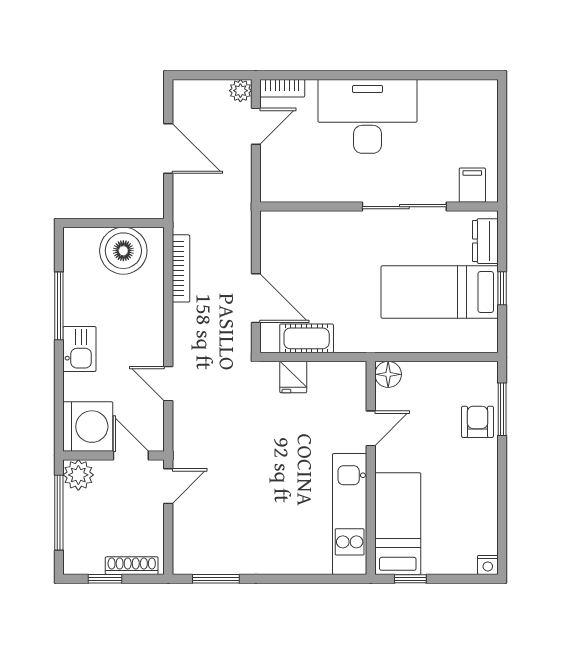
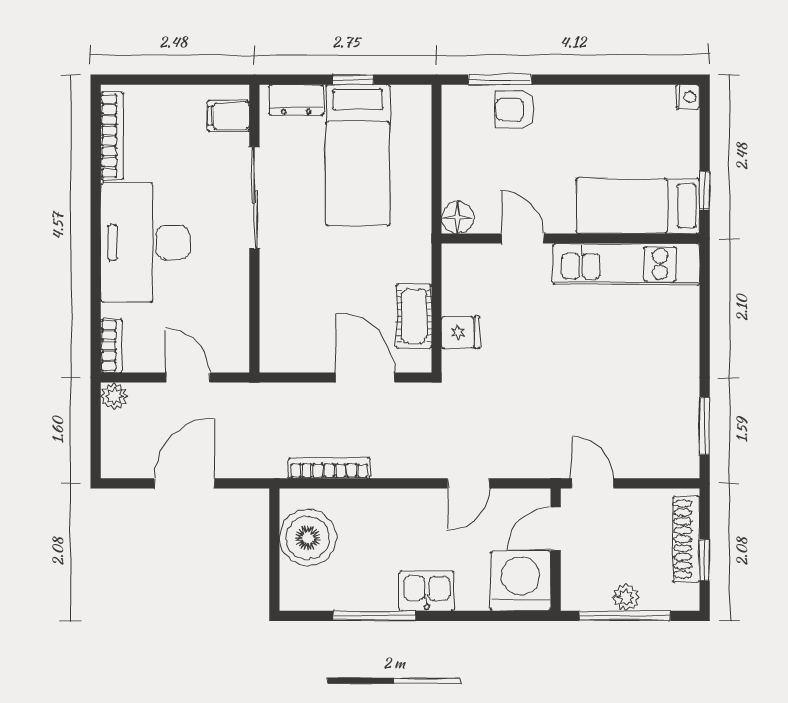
bookcase: (456, 89) -> (112, 136), added
door: (256, 126) -> (188, 378), moved
door: (256, 298) -> (365, 378), hinge flipped
plant: (78, 475) -> (626, 597), moved, width x0.73, depth x0.73
shoe rack: (132, 566) -> (686, 539), width x1.36, depth x1.24

